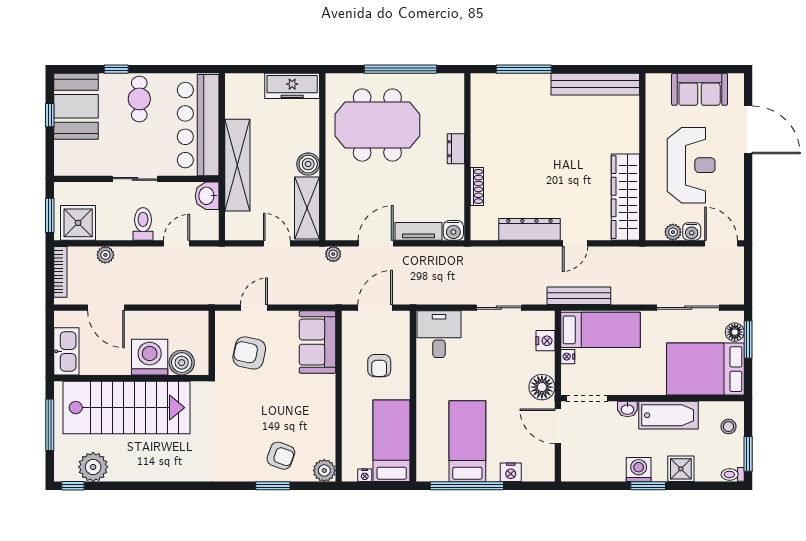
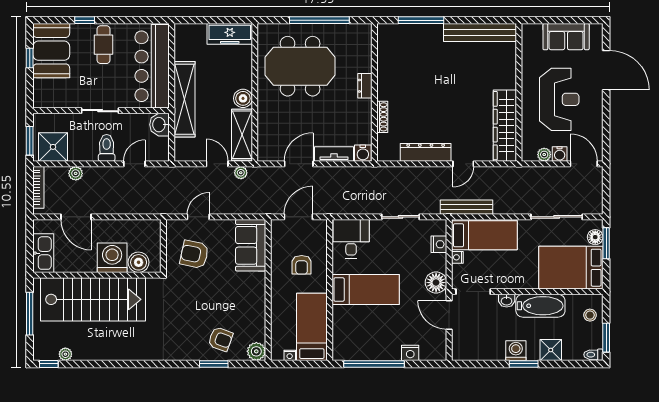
plant: (333, 254) -> (241, 173), moved
bed: (467, 441) -> (366, 290), moved, turned 90
plant: (93, 467) -> (65, 354), width x0.53, depth x0.53

